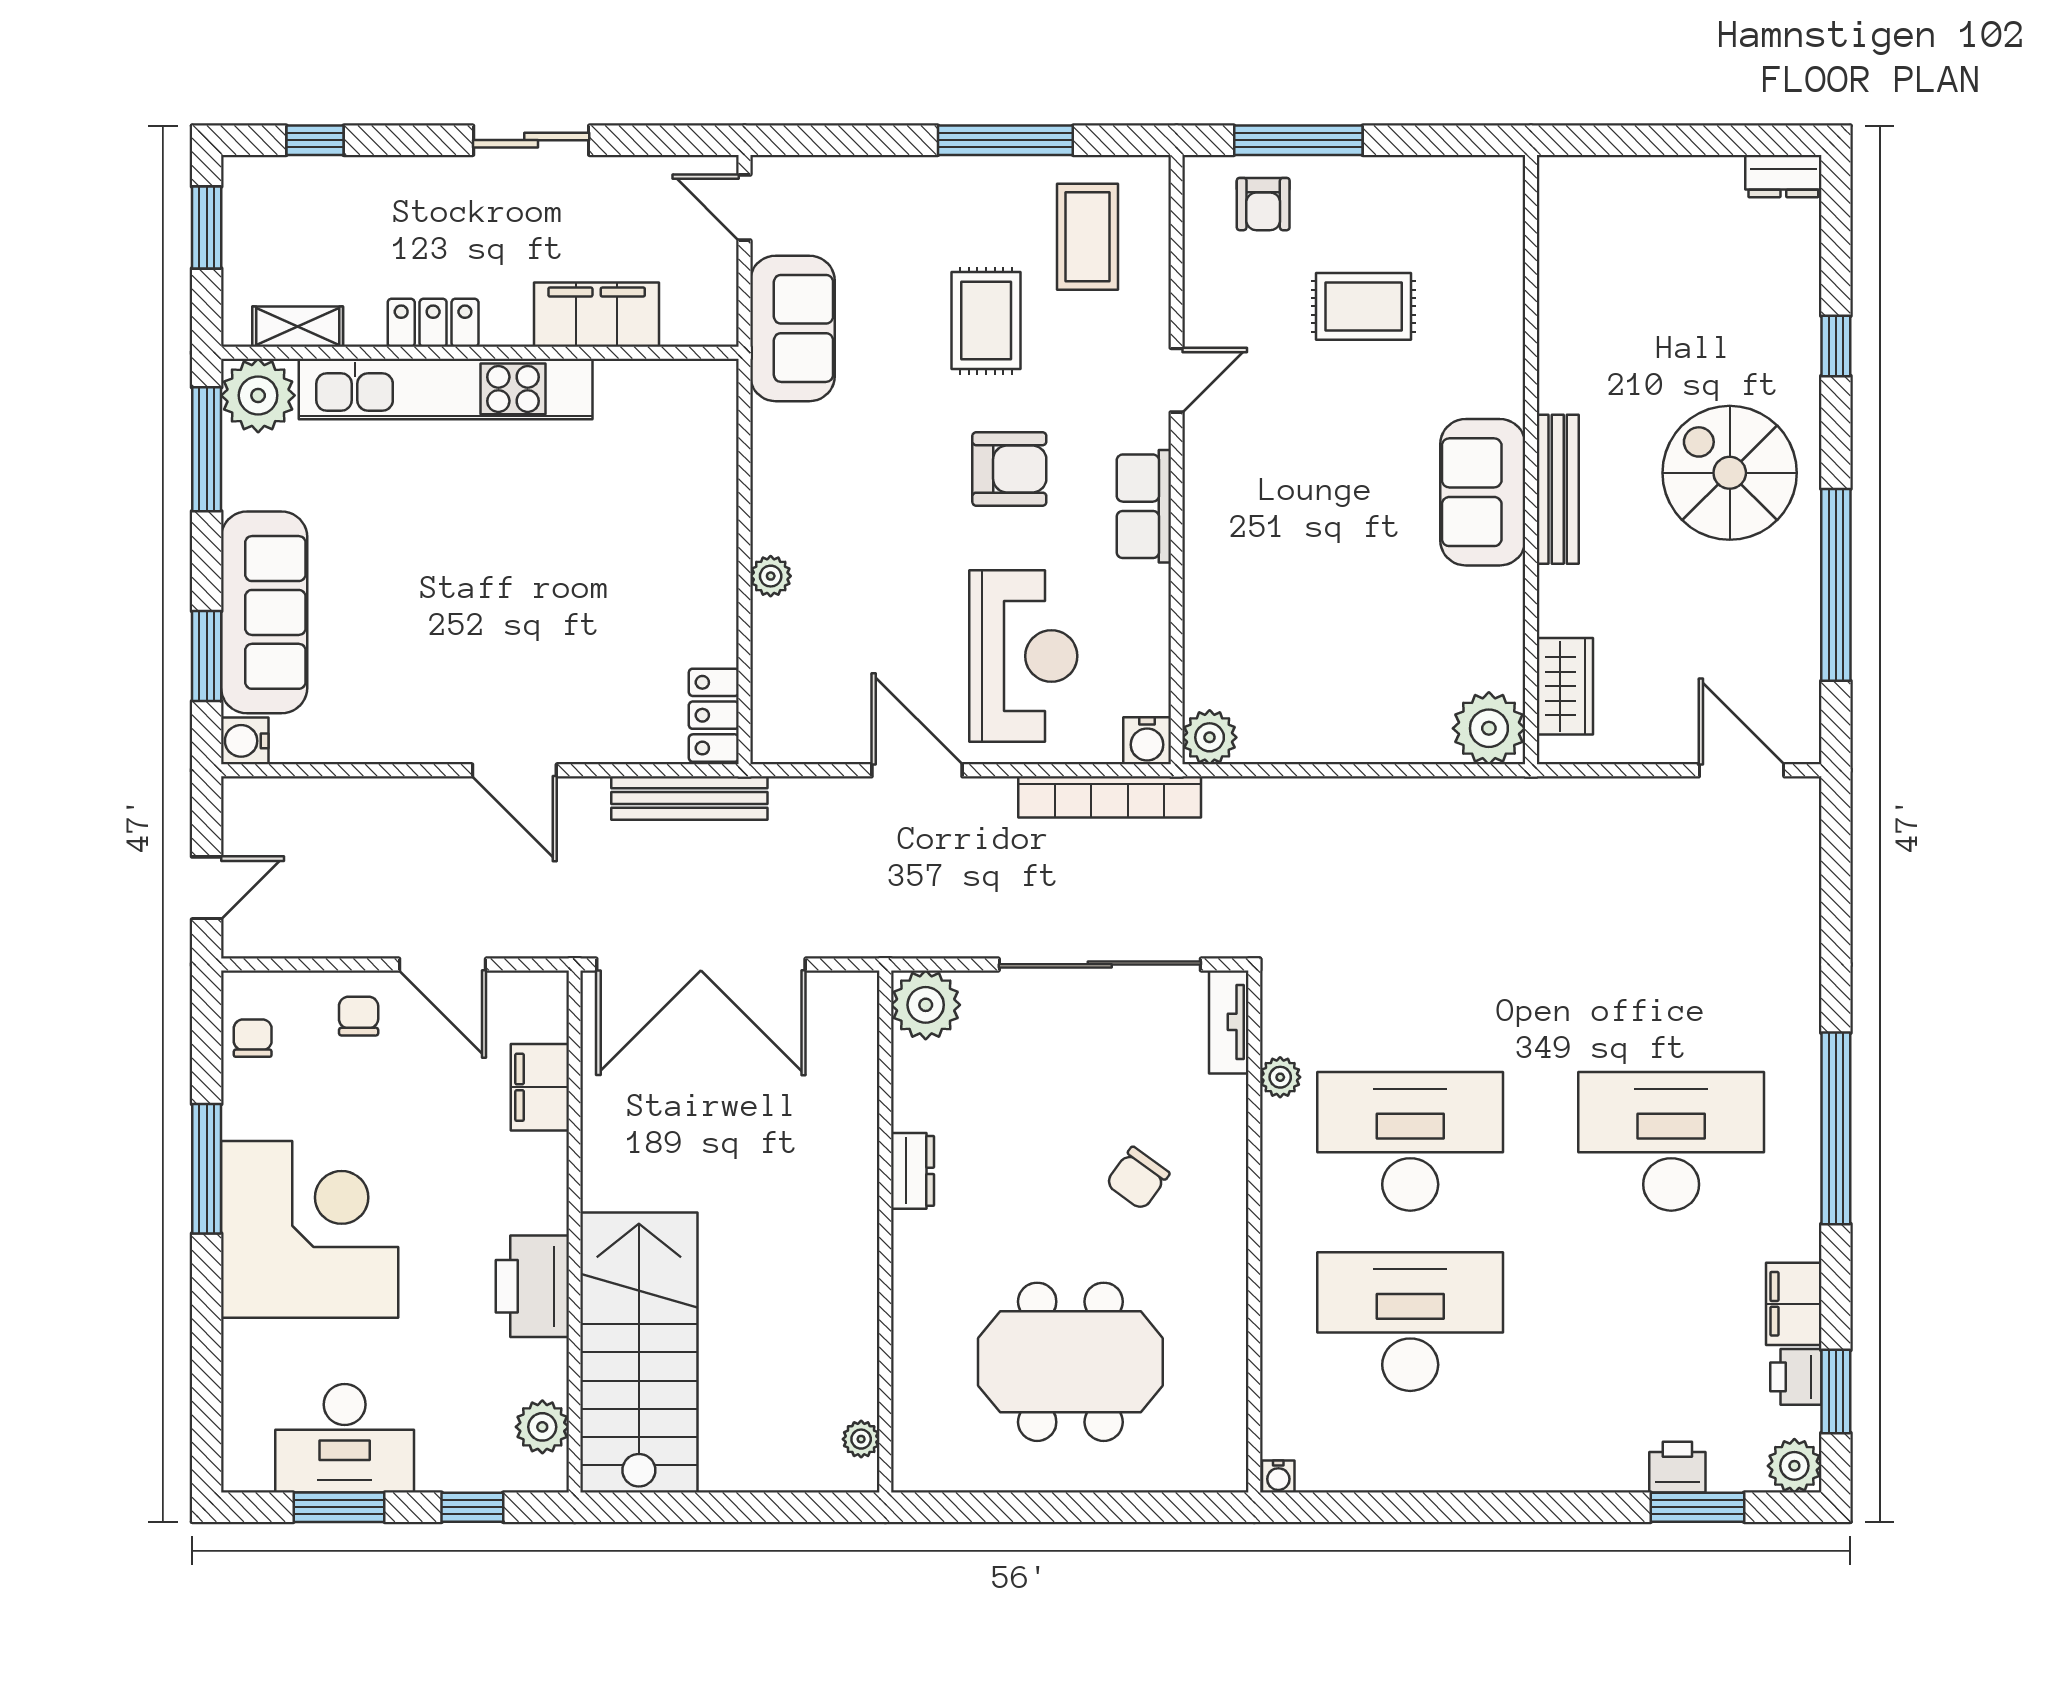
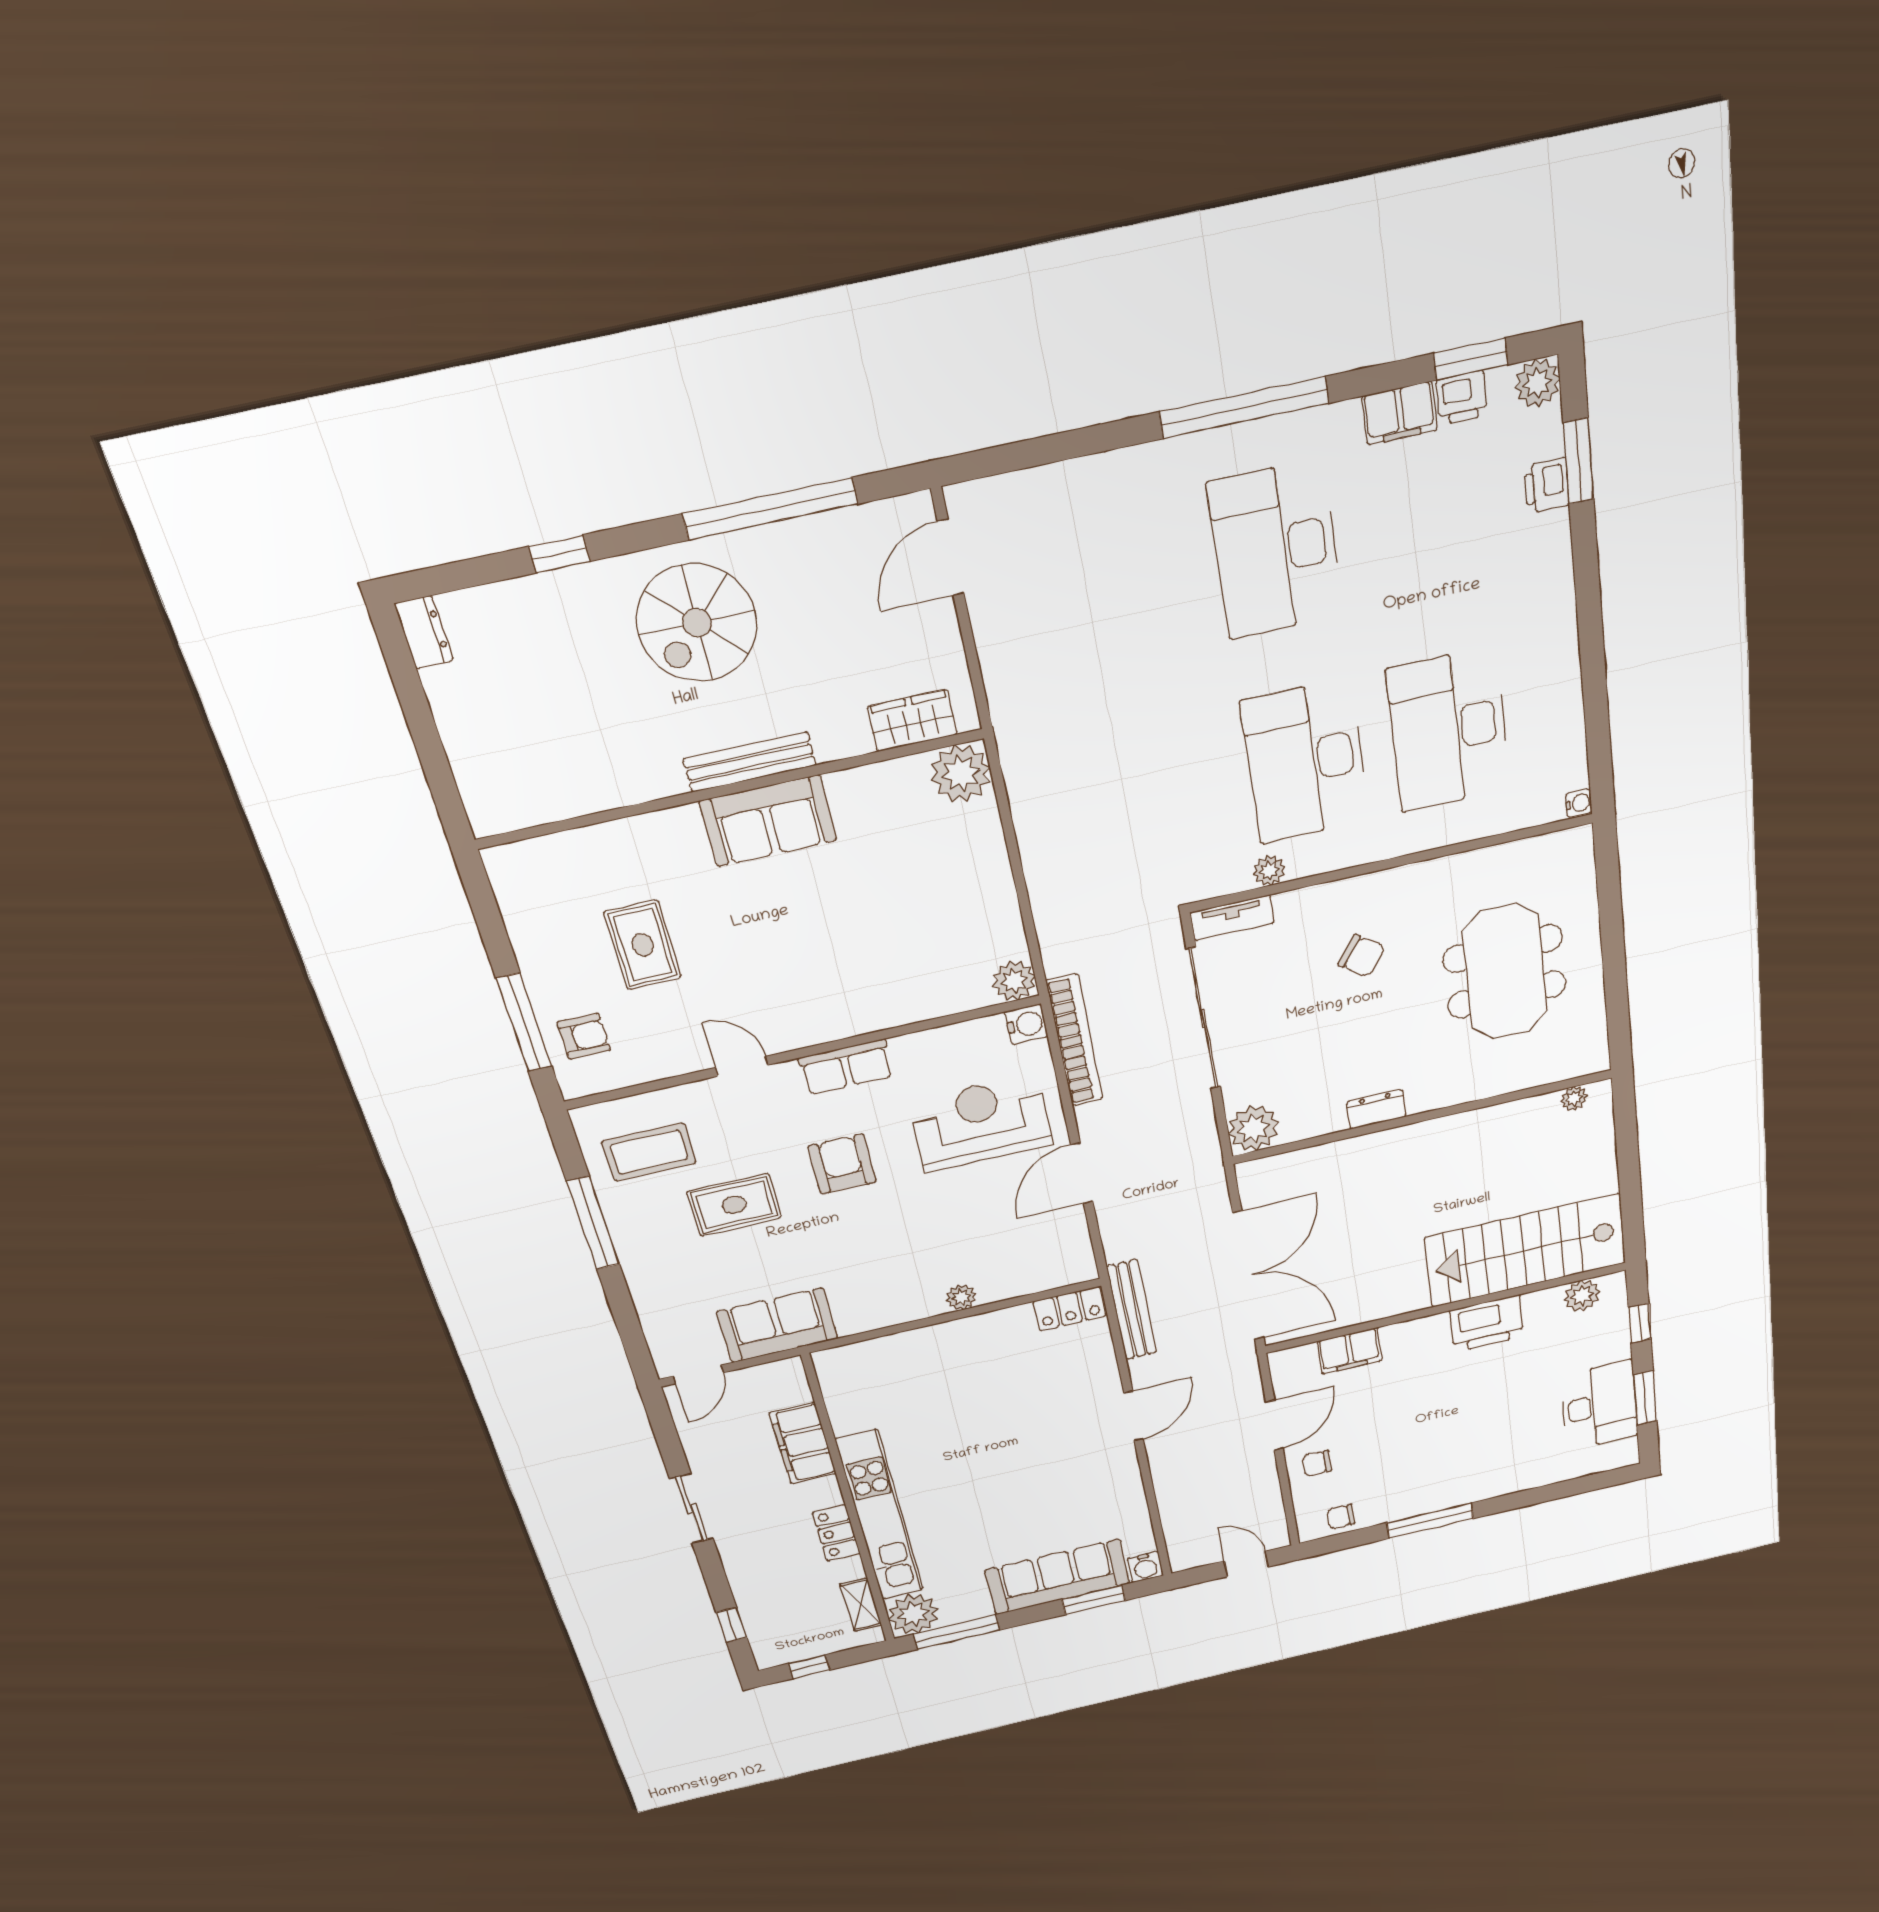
window: (207, 227) -> (809, 1667), width x0.67
corner desk: (310, 1229) -> (1463, 1457), removed

